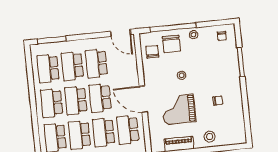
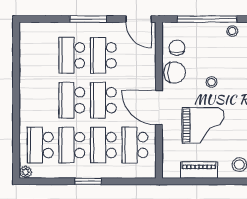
window: (52, 40) -> (88, 19), moved
chair: (171, 44) -> (175, 73), moved, turned -90
school desk: (48, 68) -> (40, 55), removed
school desk: (52, 103) -> (40, 100), removed
grand piano: (179, 109) -> (203, 125), turned 180

